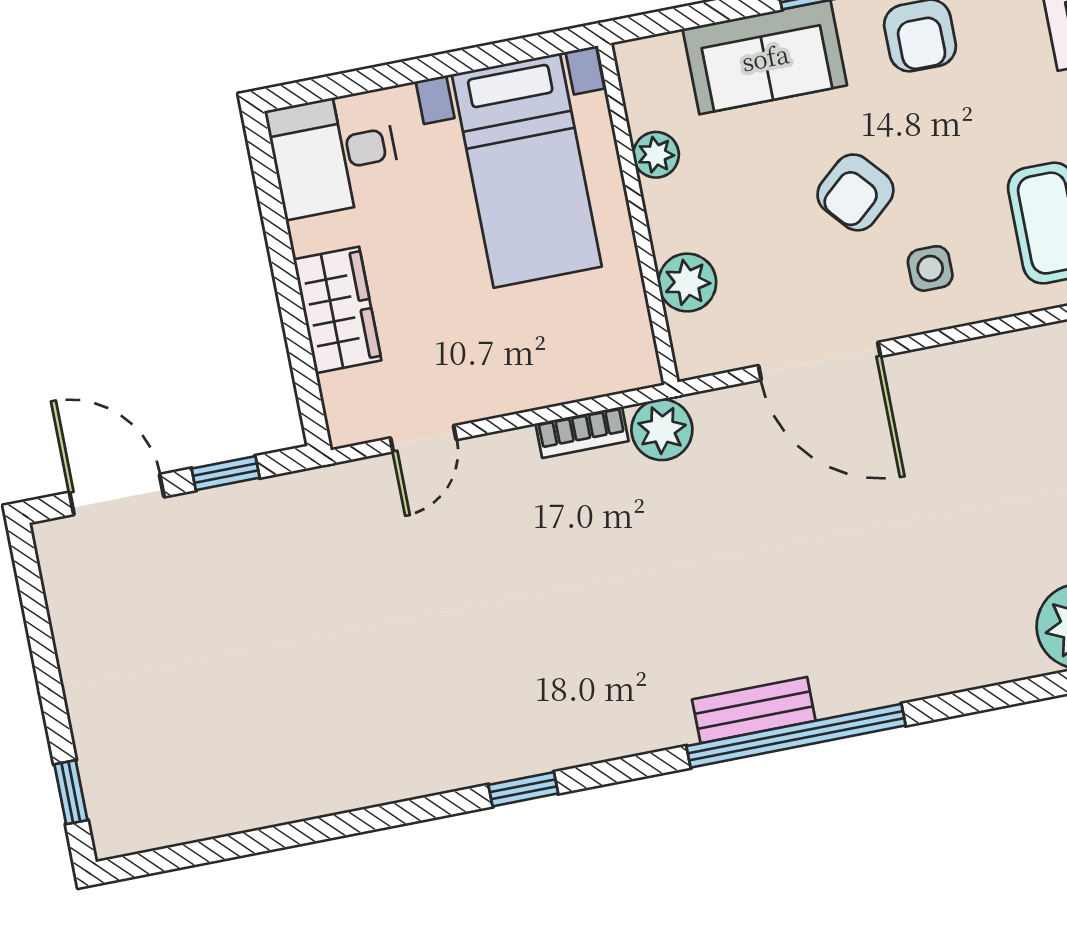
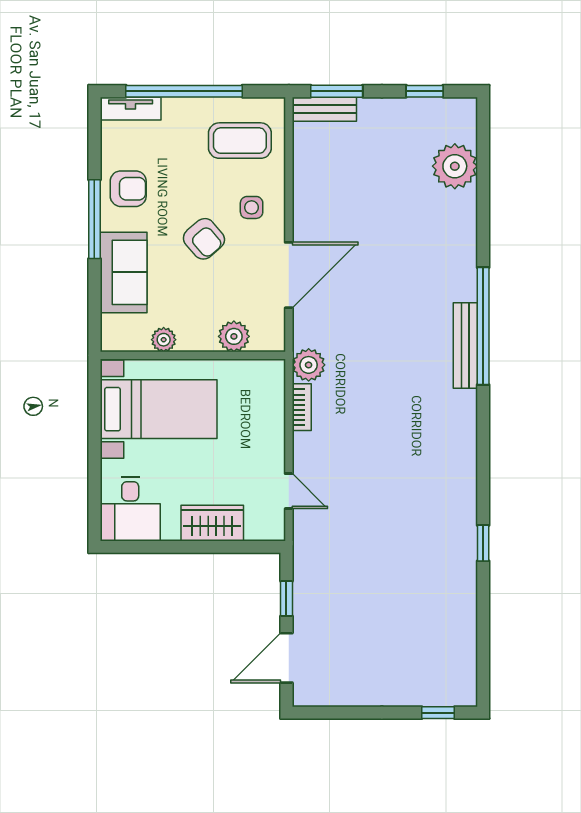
bench: (754, 710) -> (465, 346), width x1.36
window: (523, 789) -> (483, 543), moved

